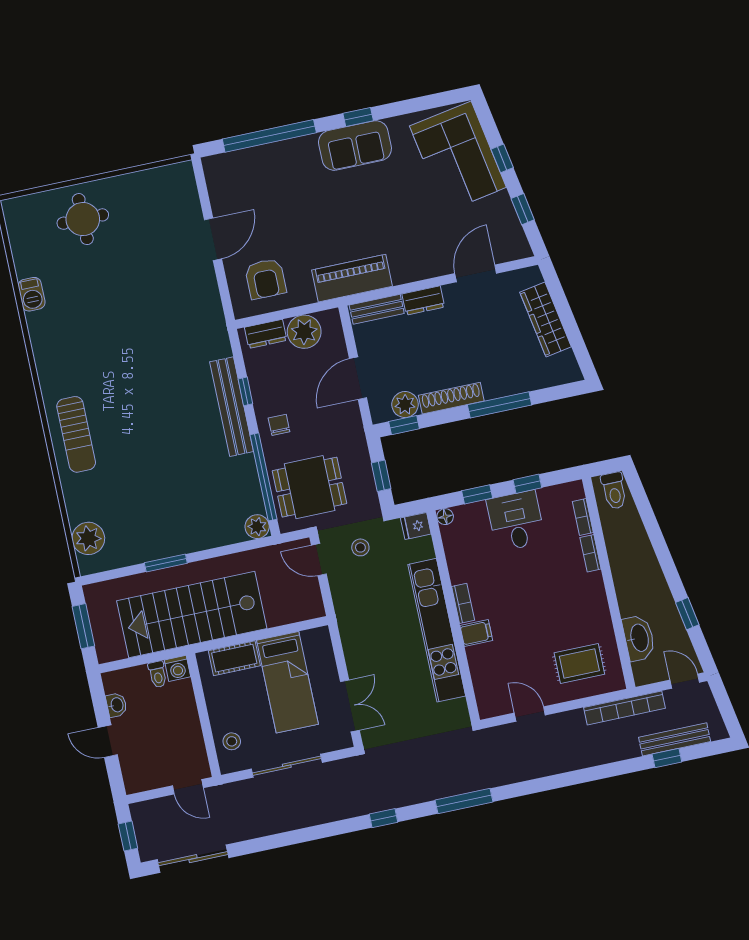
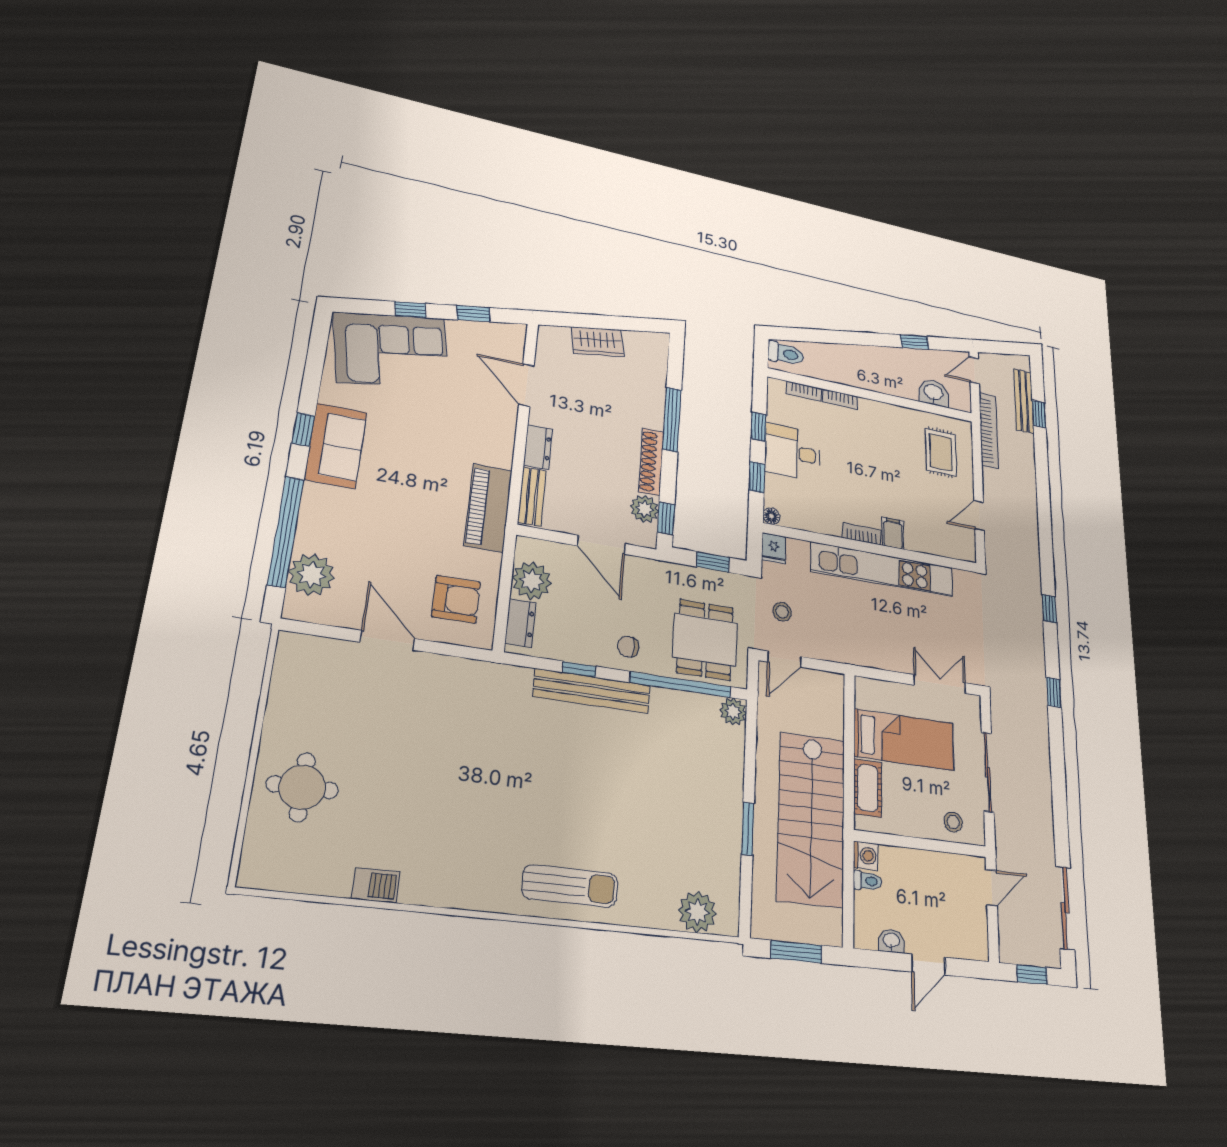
plant: (243, 167) -> (312, 575), added
wardrobe: (546, 320) -> (597, 342), width x0.67
washbasin: (639, 638) -> (934, 393), width x0.72
window: (464, 801) -> (1049, 609), width x0.46

